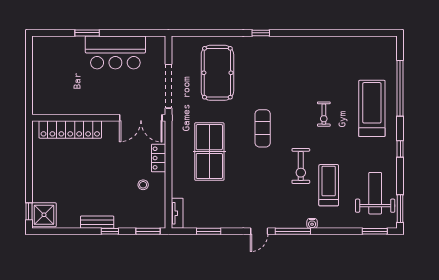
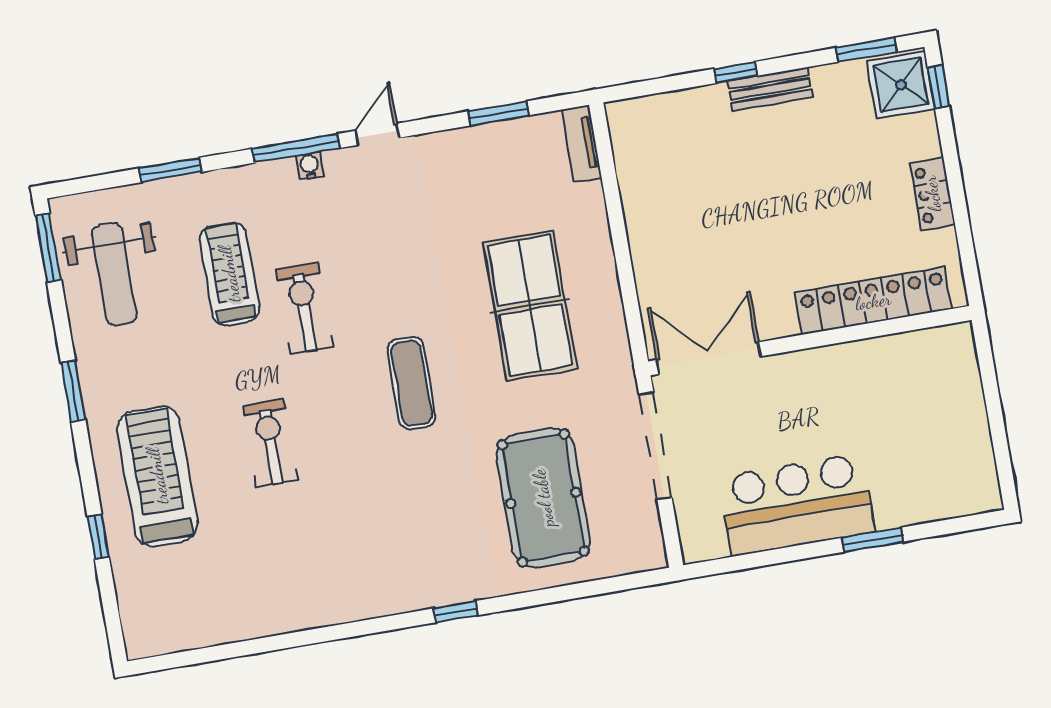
window: (400, 88) -> (98, 537), width x0.32
treadmill: (372, 108) -> (157, 476), turned 180
exercise bike: (324, 114) -> (270, 443), width x1.38, depth x1.39
window: (400, 149) -> (73, 391), width x1.50
locker: (159, 158) -> (932, 194), moved, turned 180
stool: (143, 185) -> (675, 198), removed
treadmill: (329, 185) -> (229, 274), turned 180
water cooler: (312, 223) -> (310, 166), moved
window: (148, 231) -> (866, 50), moved
window: (375, 231) -> (170, 170), moved

